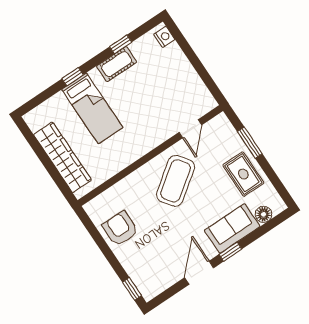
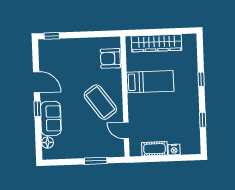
nightstand: (164, 37) -> (174, 150), moved
cot: (117, 64) -> (155, 149), moved, turned 90
bed: (92, 108) -> (150, 82), moved, turned 180
rug: (243, 174) -> (79, 145), removed
armchair: (120, 229) -> (110, 58), moved, turned 180

